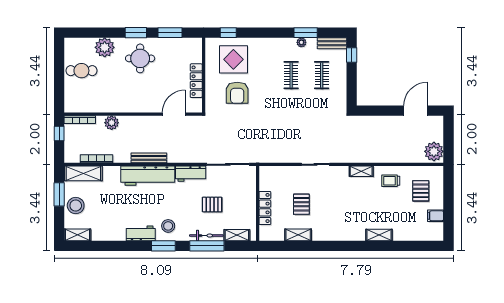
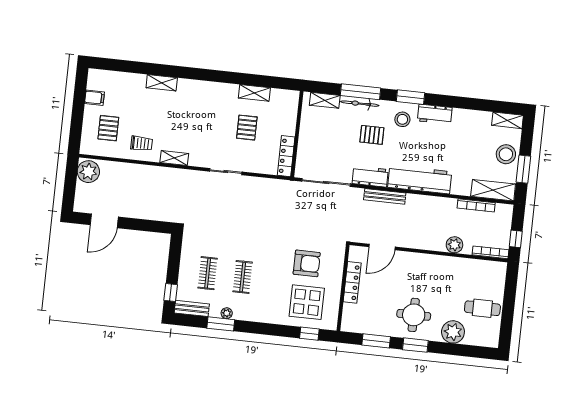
armchair: (237, 93) -> (307, 263), turned 90
bench: (149, 158) -> (385, 196), moved
pallet: (212, 205) -> (372, 135), moved
locker: (265, 208) -> (286, 156), moved

